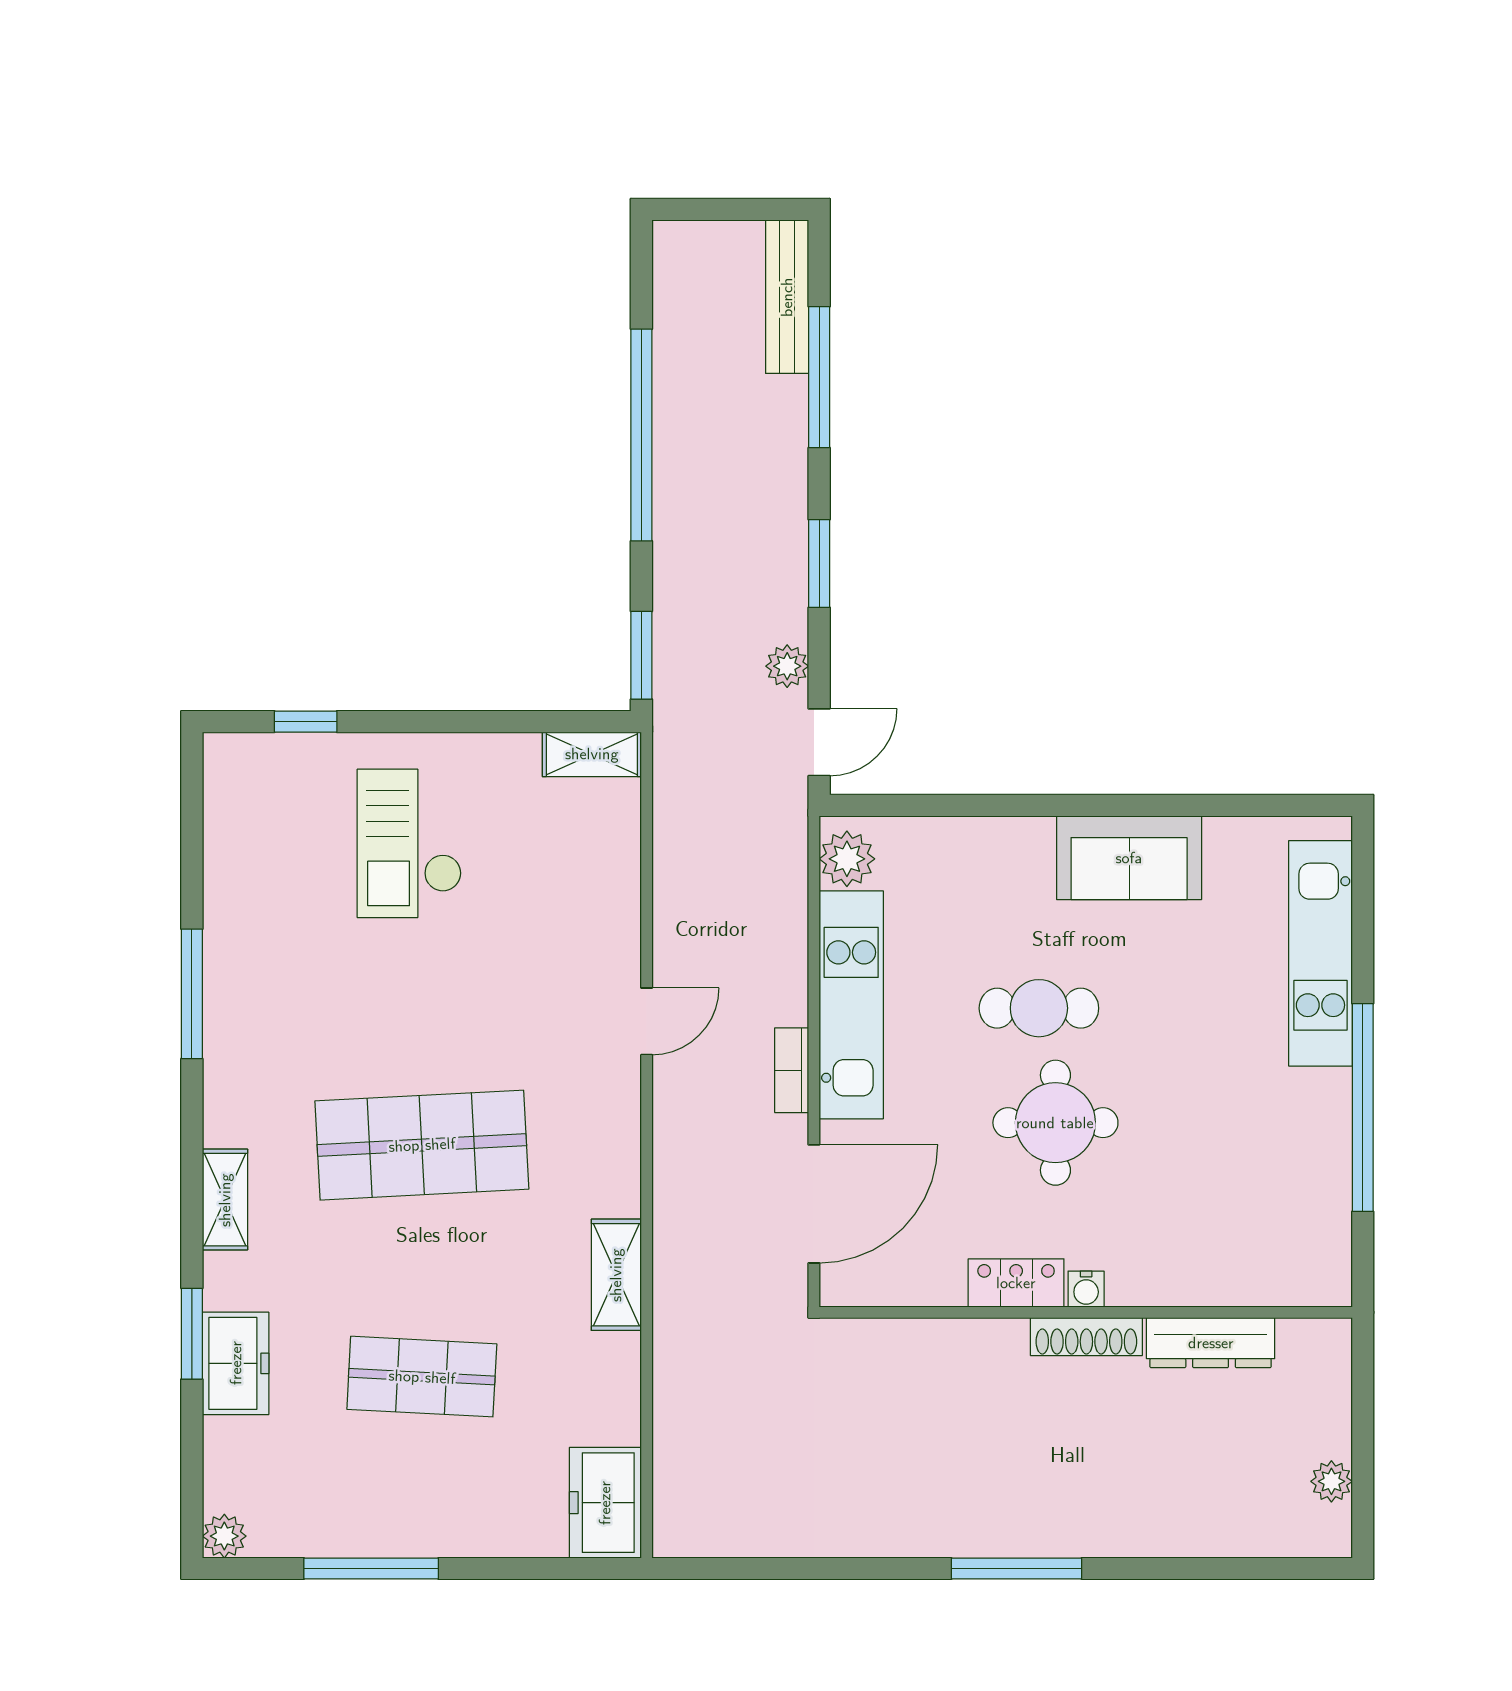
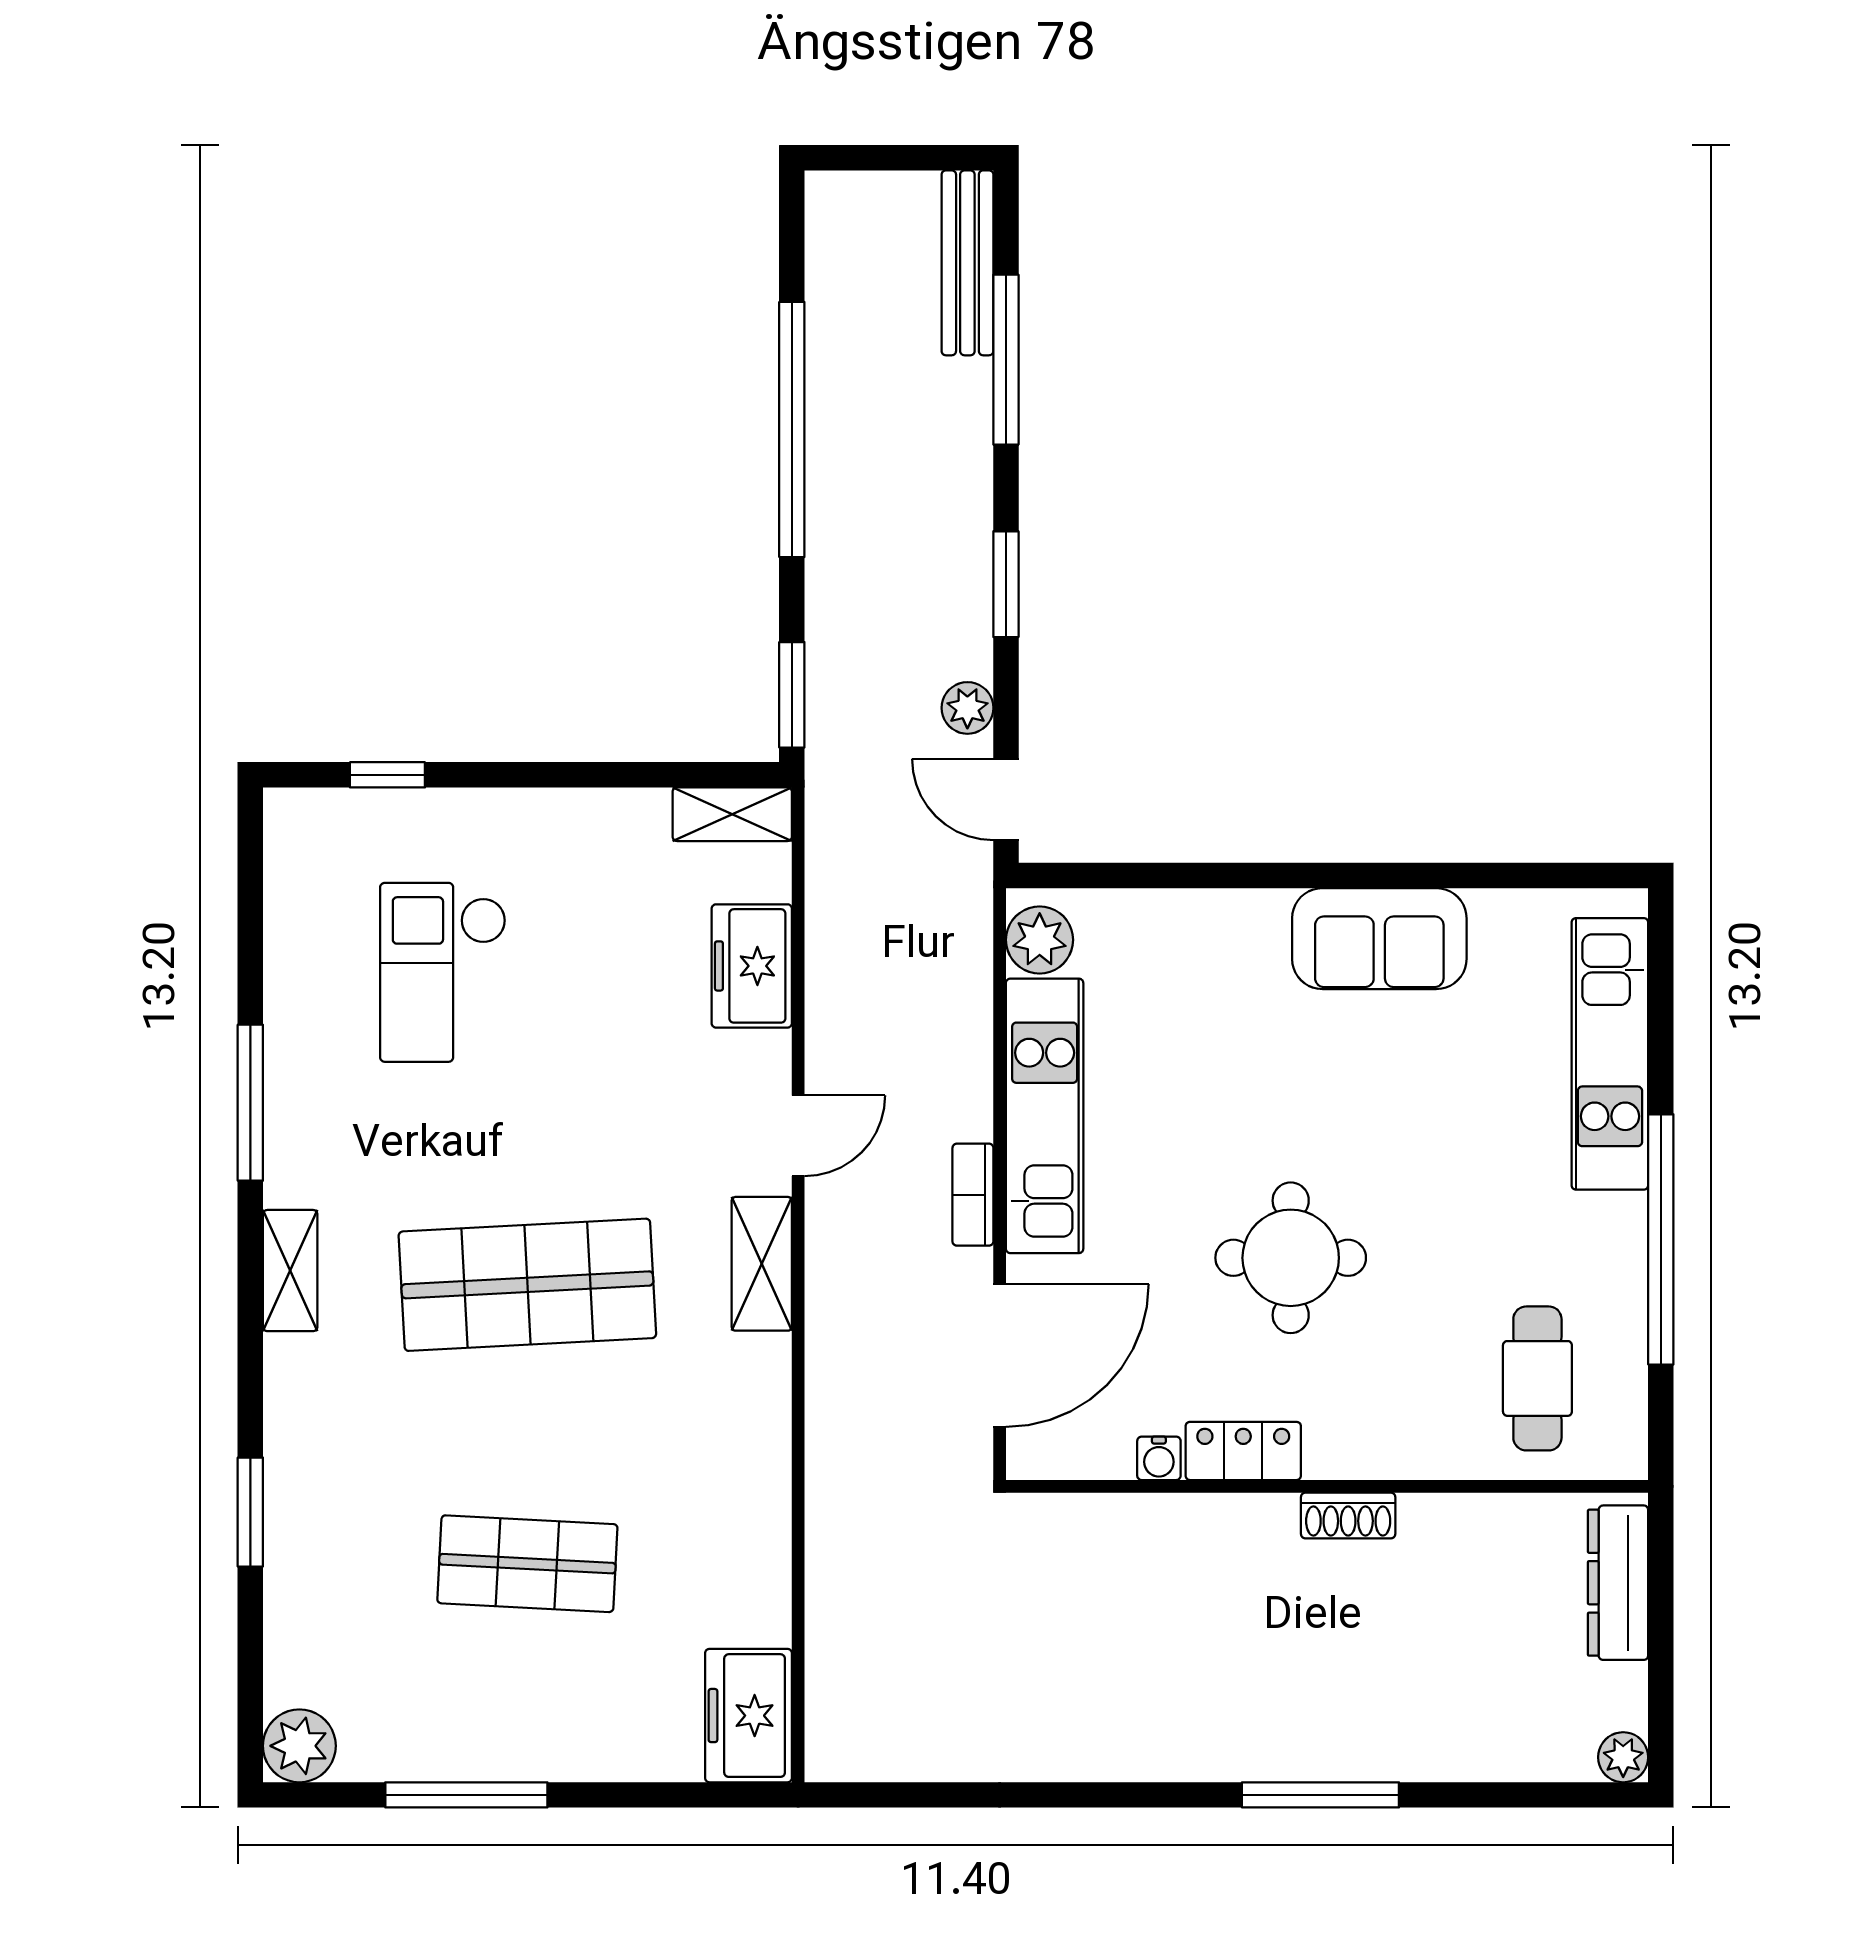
door: (819, 742) -> (1006, 800), swing flipped
checkout: (409, 843) -> (443, 972), moved
cafe table: (1039, 1008) -> (1537, 1378), moved, turned 90
shelving: (225, 1200) -> (290, 1271), moved
shelving: (616, 1275) -> (762, 1264), moved
water cooler: (1086, 1289) -> (1159, 1458), moved
shoe rack: (1086, 1337) -> (1348, 1516), width x0.70
dresser: (1211, 1343) -> (1618, 1583), moved, turned 90
freezer: (236, 1363) -> (752, 966), moved, turned 180
plant: (1331, 1481) -> (1623, 1757), moved
plant: (224, 1536) -> (299, 1746), width x1.38, depth x1.38
window: (1017, 1568) -> (1320, 1795), moved

